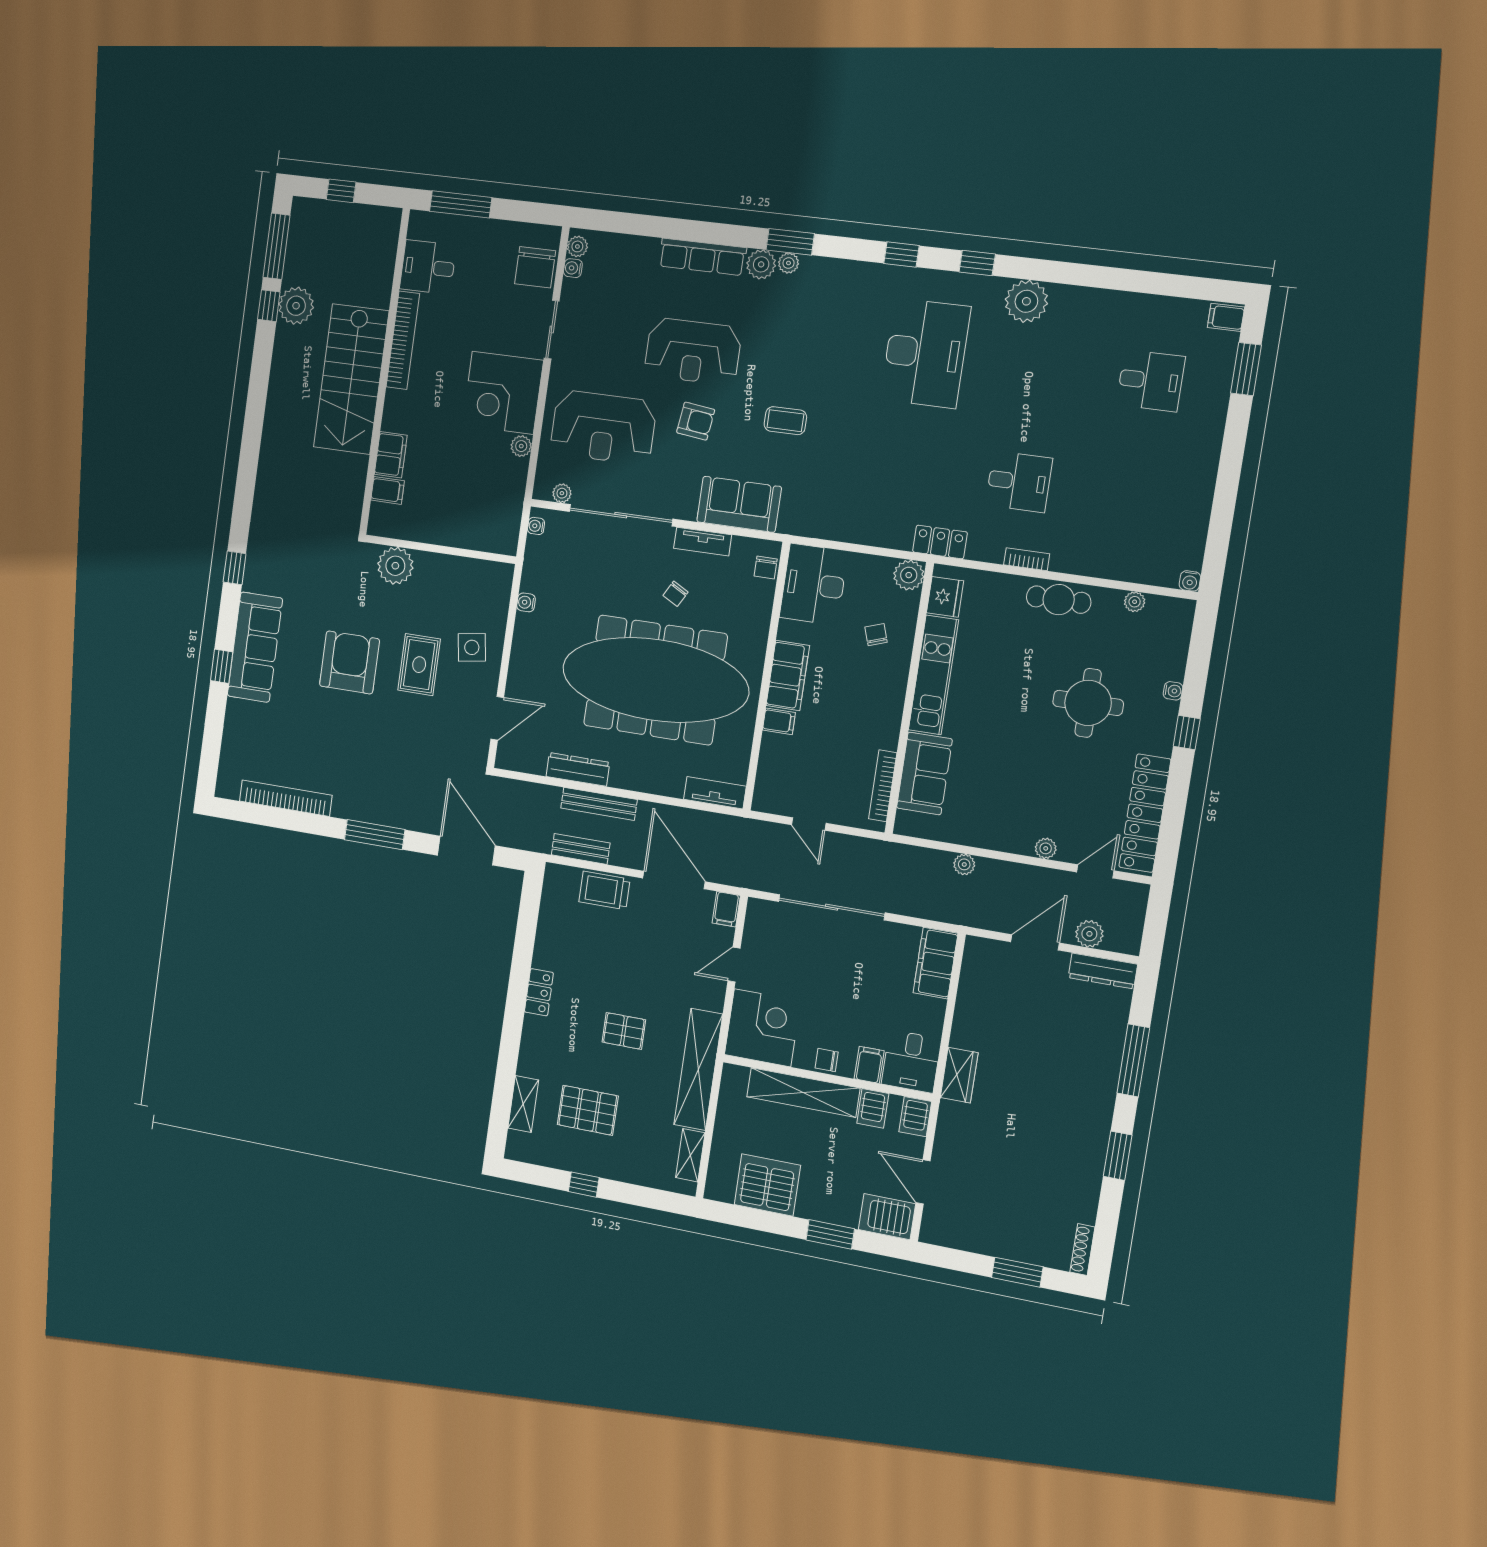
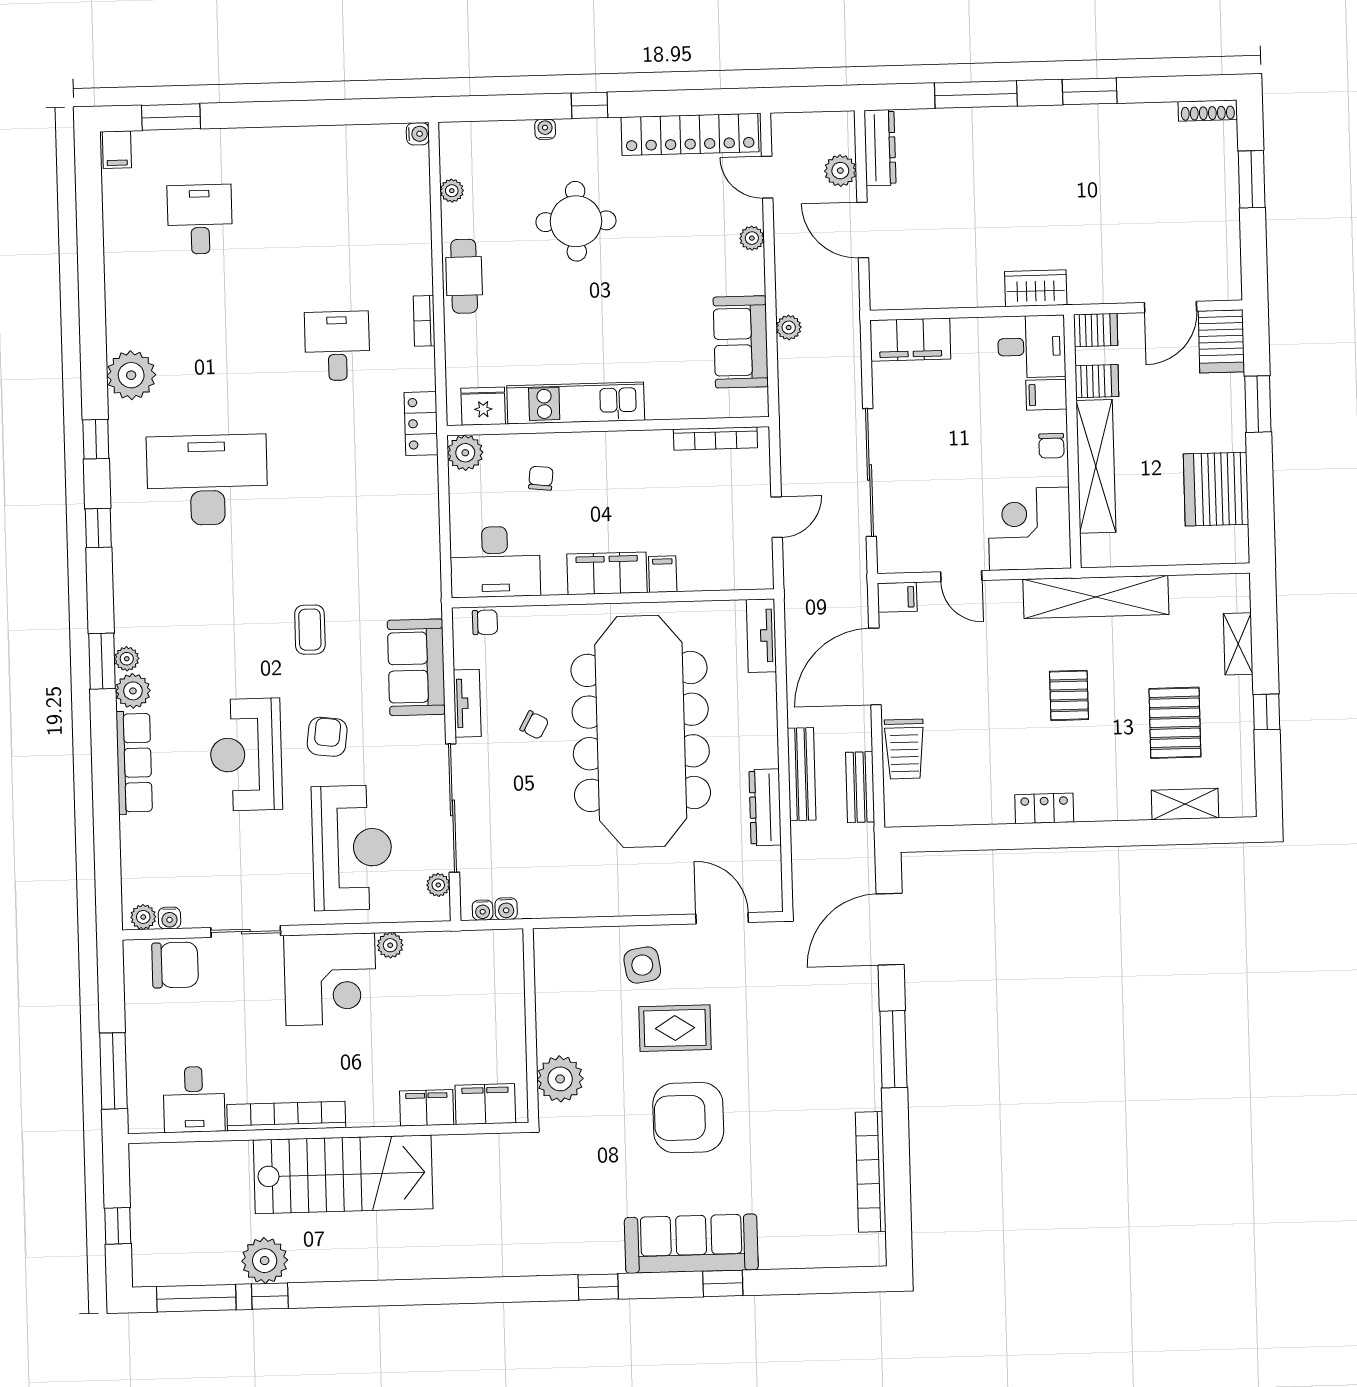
reception desk: (693, 351) -> (246, 755), turned 180
filing cabinet: (388, 490) -> (485, 1104), width x2.00
water cooler: (526, 602) -> (506, 909), moved
chair: (876, 635) -> (541, 478), turned 115
sofa: (924, 774) -> (741, 342), moved, turned -90
shelving: (690, 1155) -> (1238, 644), moved, turned 90

